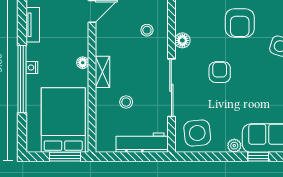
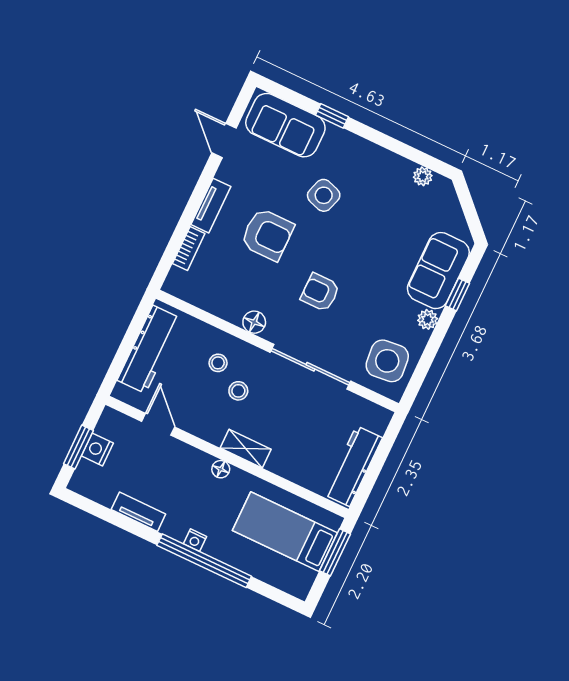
stool: (126, 102) -> (238, 391), moved
bed: (63, 120) -> (285, 532), width x0.67
workbench: (142, 143) -> (353, 466), moved

